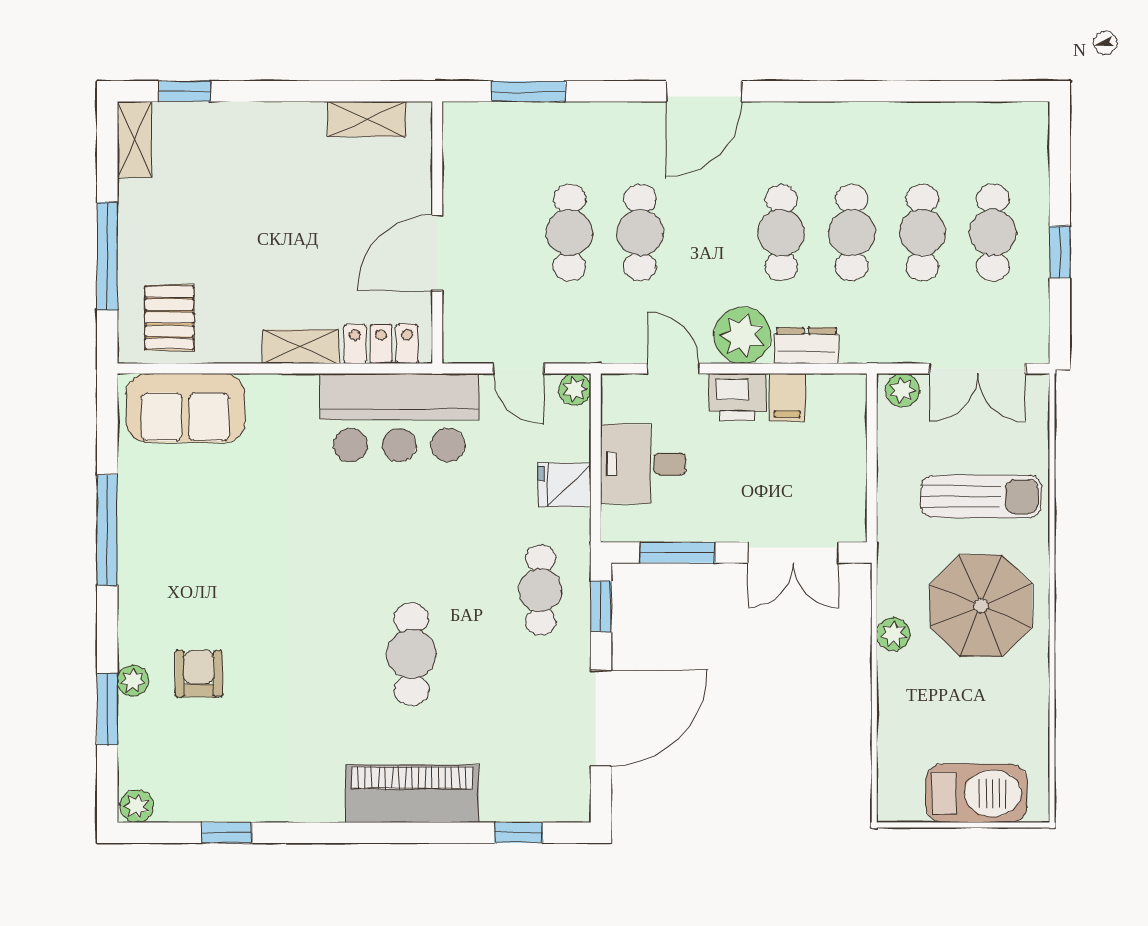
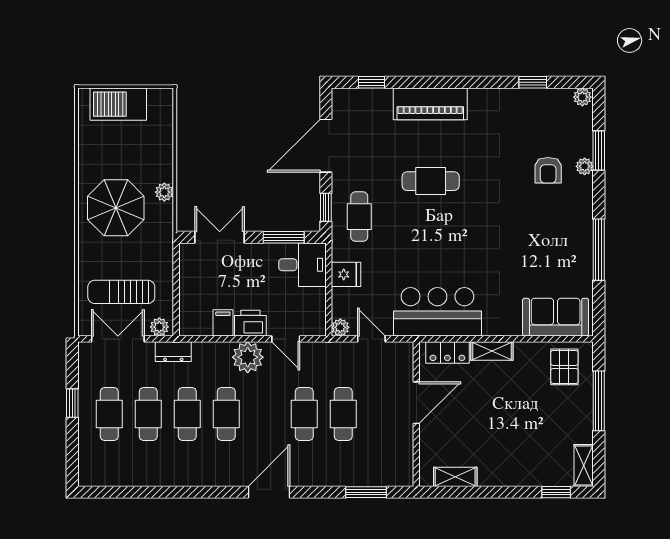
dresser: (806, 346) -> (173, 352), moved
desk: (643, 464) -> (302, 265), moved
sun lounger: (981, 497) -> (121, 292), moved
cafe table: (411, 654) -> (431, 181), turned 90

